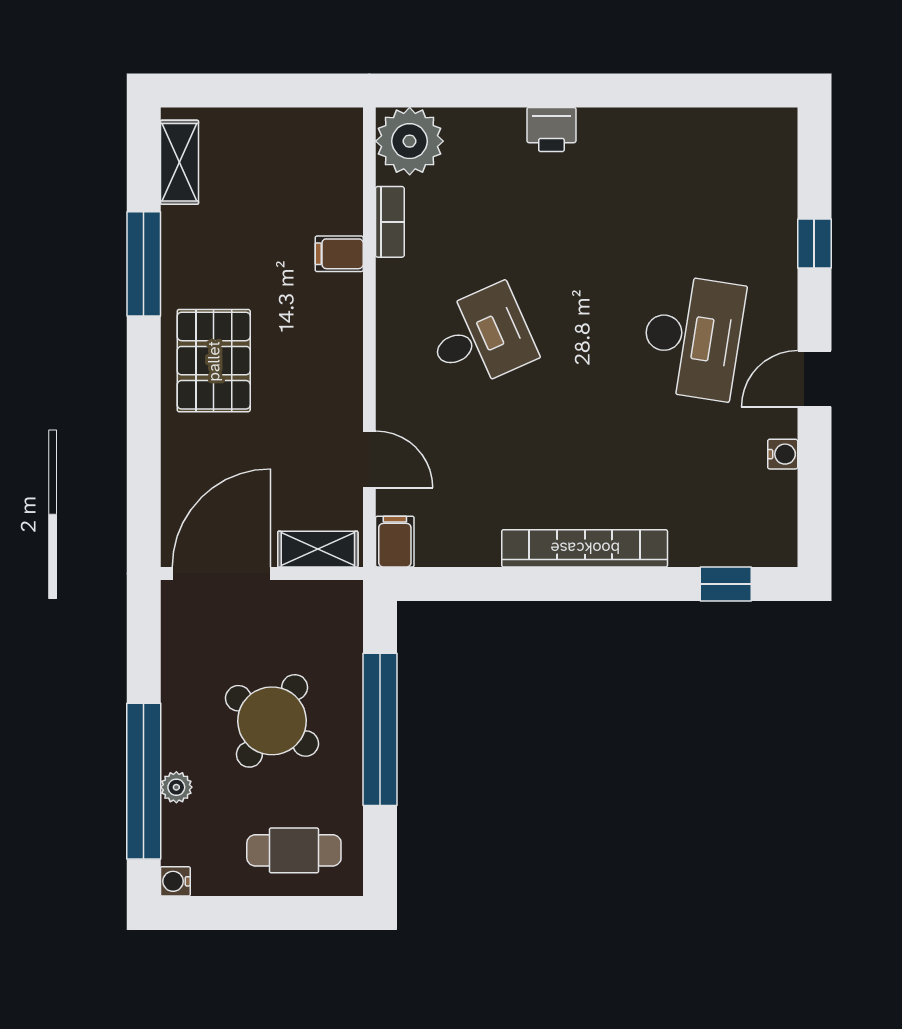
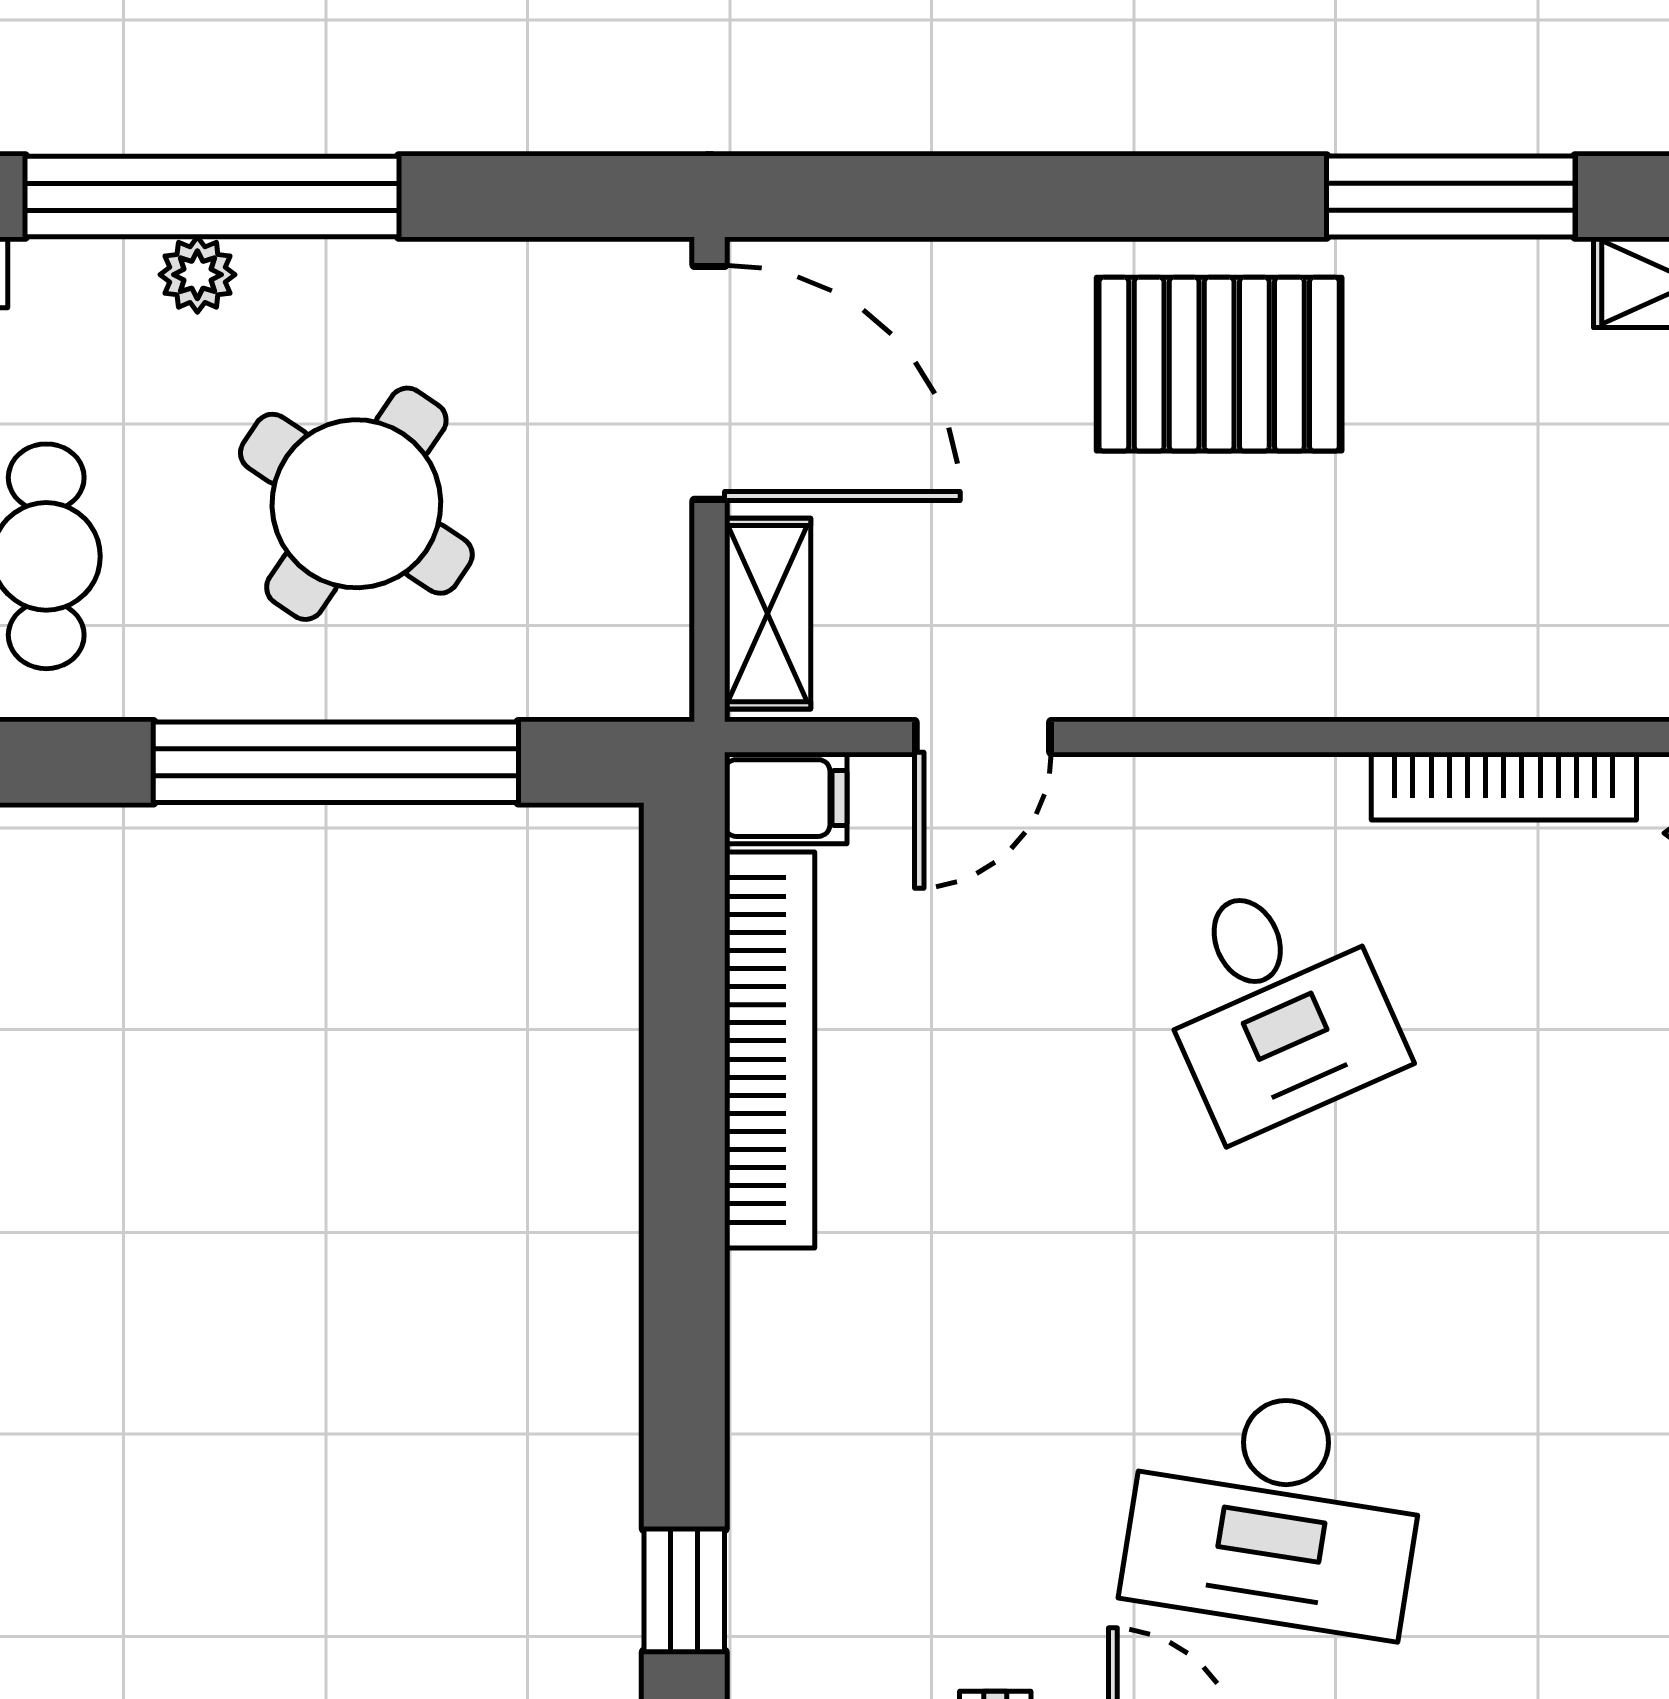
bookcase: (390, 222) -> (1504, 786), width x1.56
filing cabinet: (339, 254) -> (1475, 665), removed
bookcase: (585, 548) -> (770, 1050), moved

